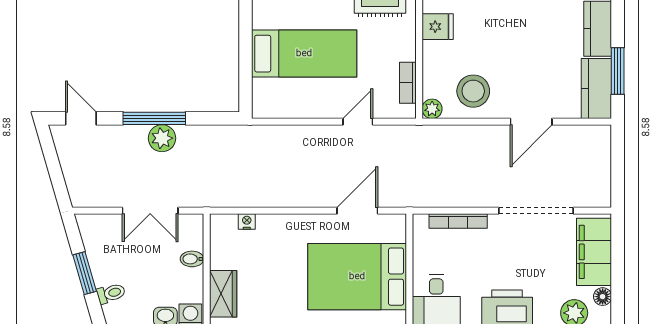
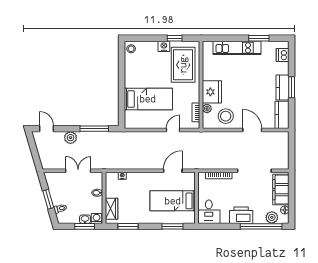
fridge: (438, 27) -> (212, 92), width x1.88, depth x1.34
window: (618, 71) -> (292, 87), moved
plant: (432, 109) -> (207, 109), moved
window: (154, 118) -> (94, 129), moved
door: (531, 122) -> (252, 130), swing flipped
plant: (162, 138) -> (70, 138), moved
double door: (150, 211) -> (78, 171), swing flipped
bed: (357, 277) -> (173, 201), width x0.67

